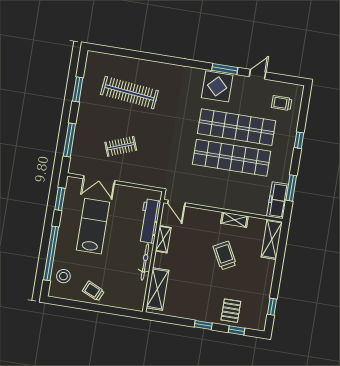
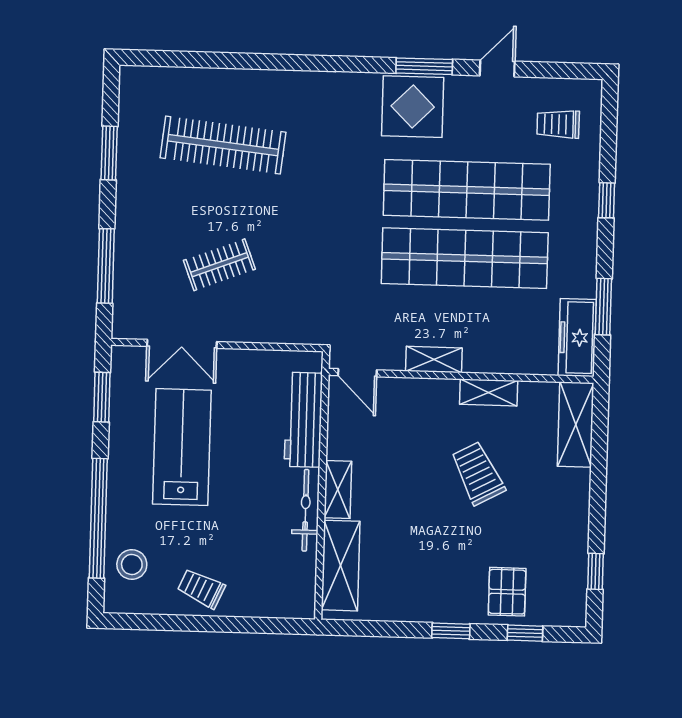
shelving: (212, 202) -> (434, 360), added
shelving: (163, 239) -> (338, 489), moved

